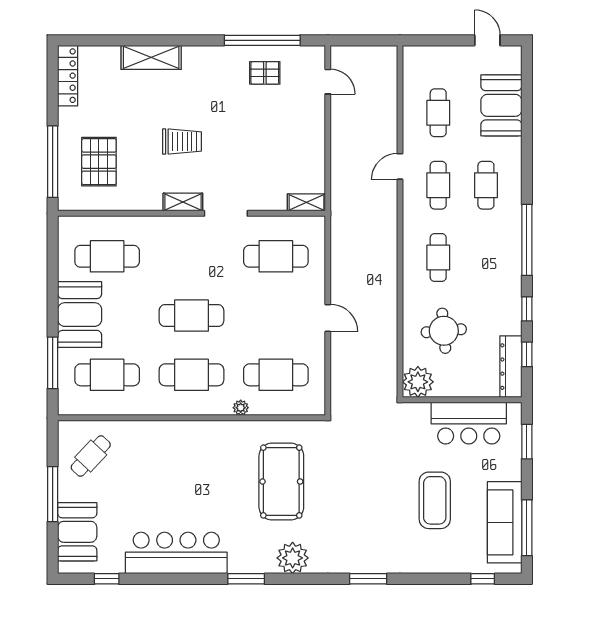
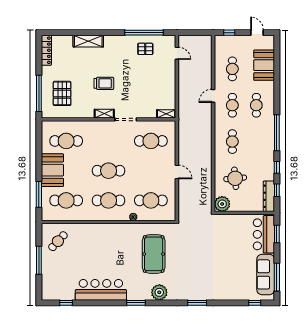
window: (432, 40) -> (229, 33), added
bar counter: (469, 423) -> (264, 234), moved, turned 90
coffee table: (435, 500) -> (231, 263), removed
booth: (77, 532) -> (51, 279), removed

